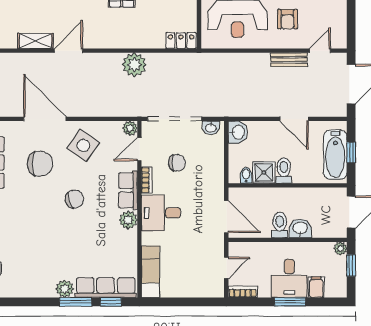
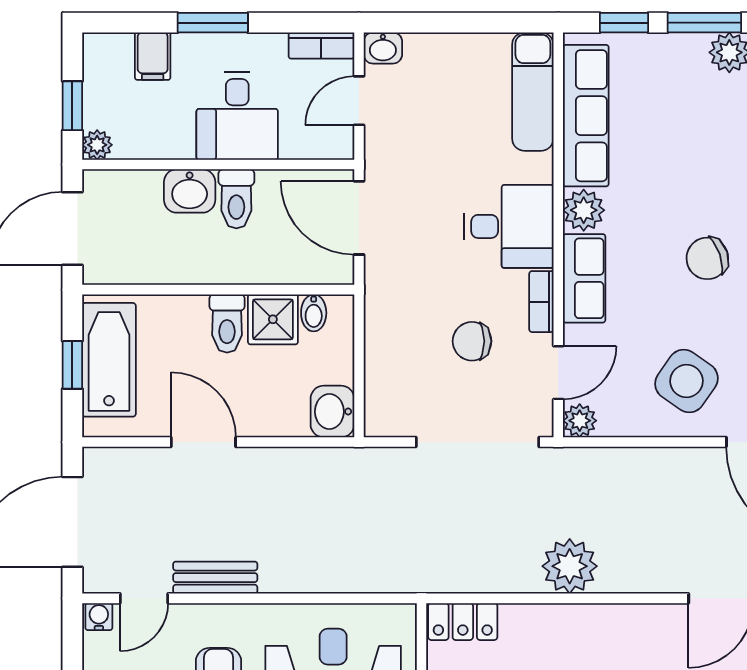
water cooler: (340, 43) -> (99, 617), added
washbasin: (211, 128) -> (383, 48), moved, turned 180
desk: (289, 278) -> (237, 116), moved, turned 180
row of seats: (106, 288) -> (586, 116), moved, turned -90

